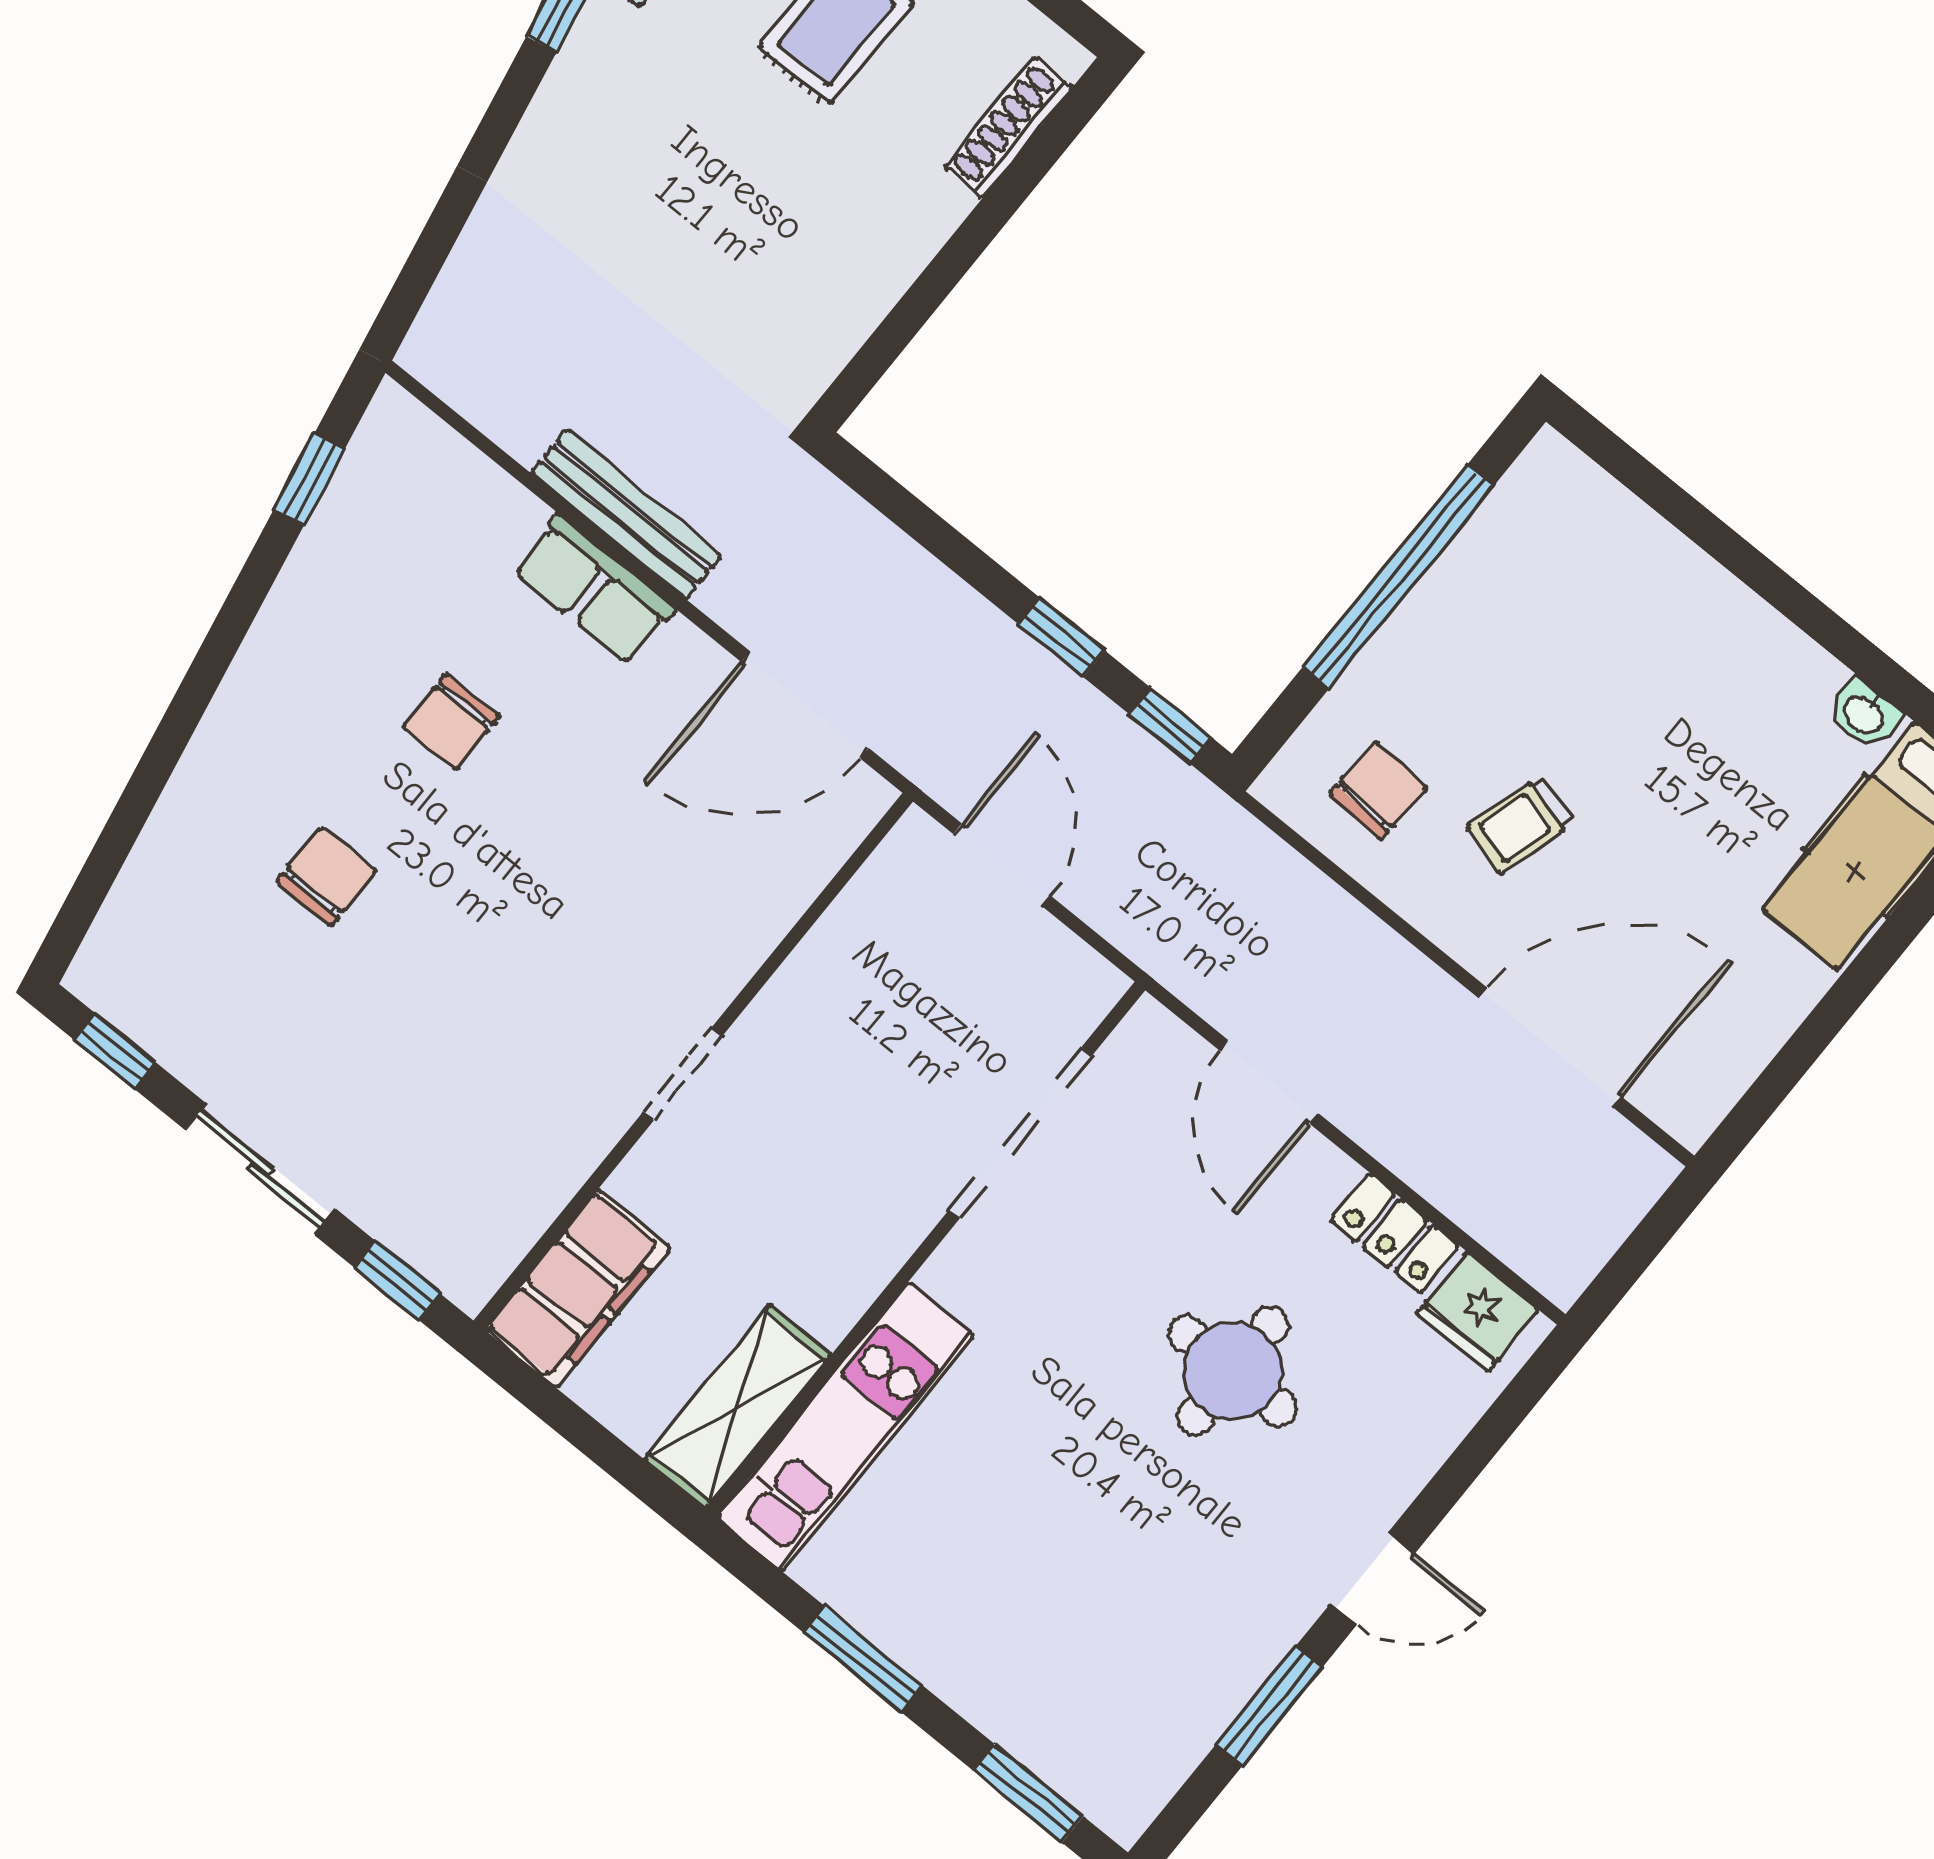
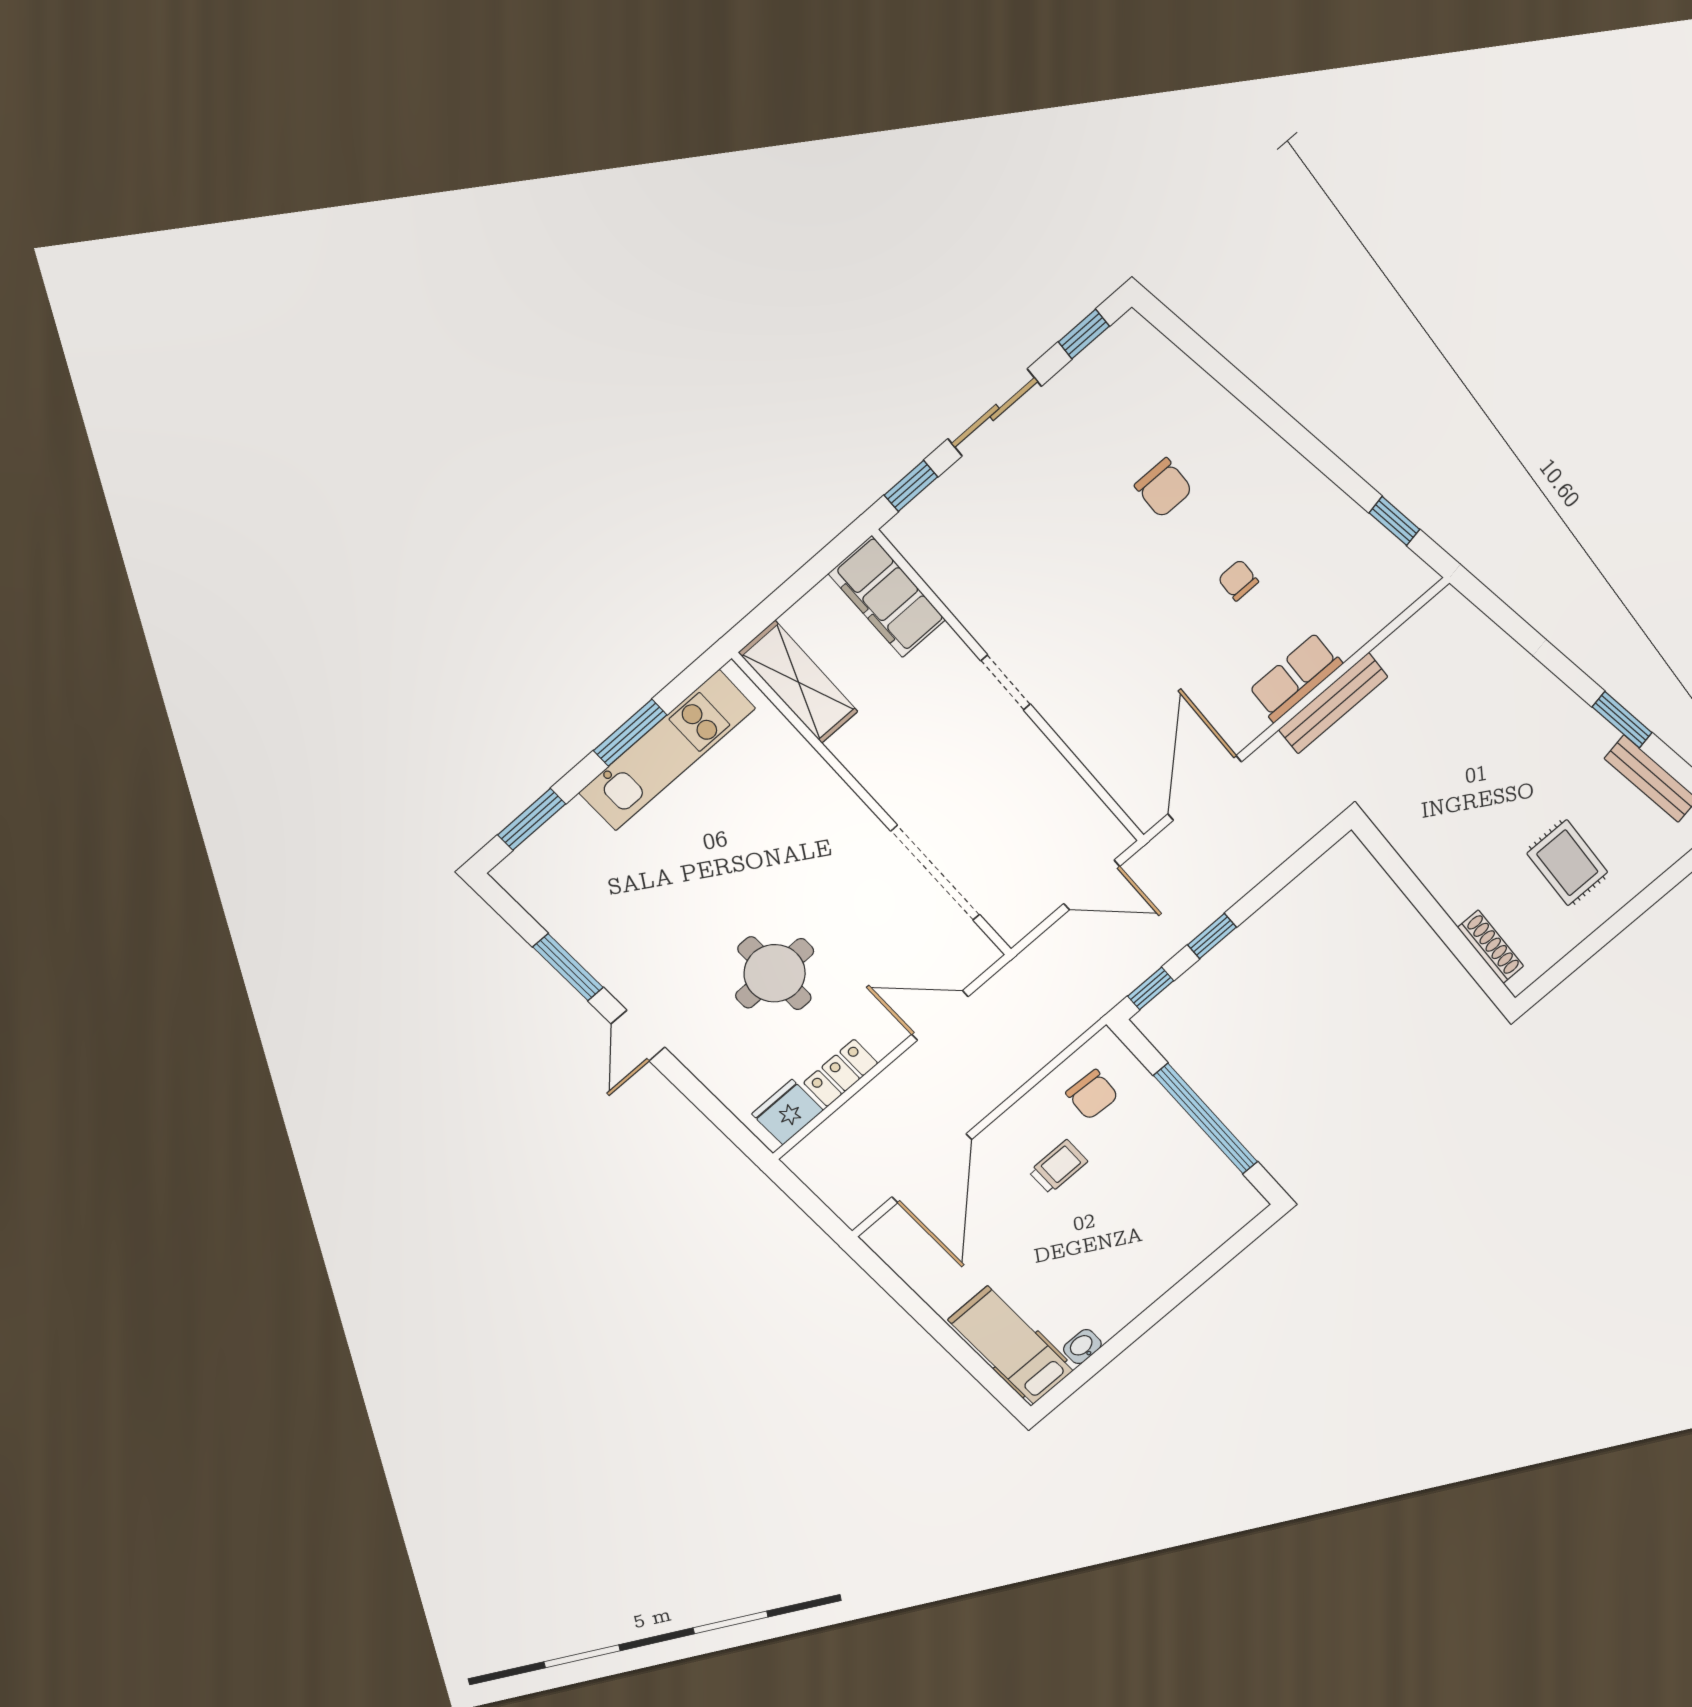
chair: (451, 722) -> (1238, 580), width x0.73, depth x0.73
trolley: (1520, 825) -> (1058, 1167), turned 74
kitchen unit: (846, 1427) -> (667, 750), moved, turned -90

